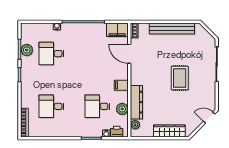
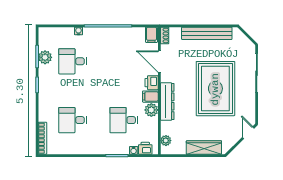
filing cabinet: (117, 30) -> (151, 35), width x0.50
printer: (122, 73) -> (152, 83), added
rug: (180, 78) -> (215, 89), width x1.86, depth x2.06
dresser: (136, 102) -> (167, 102), moved
plant: (122, 109) -> (151, 110), moved
door: (209, 118) -> (248, 133), hinge flipped

